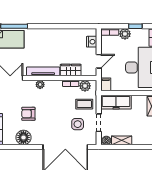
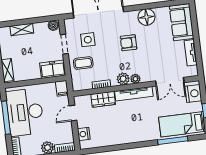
plant: (85, 86) -> (123, 79), moved
freezer: (116, 102) -> (53, 69), width x0.71
armchair: (28, 114) -> (128, 43), moved, turned 180
shelving: (122, 140) -> (22, 30), moved

